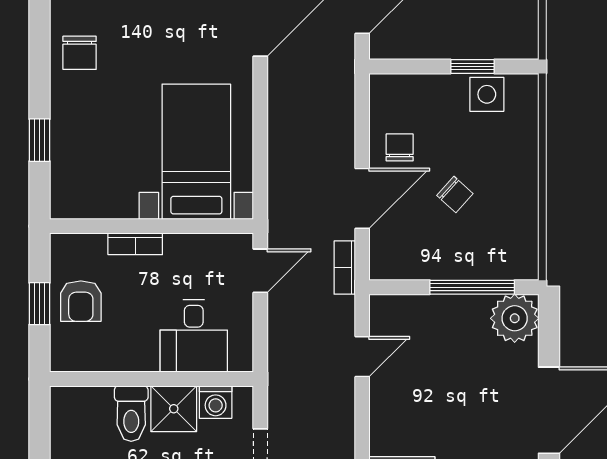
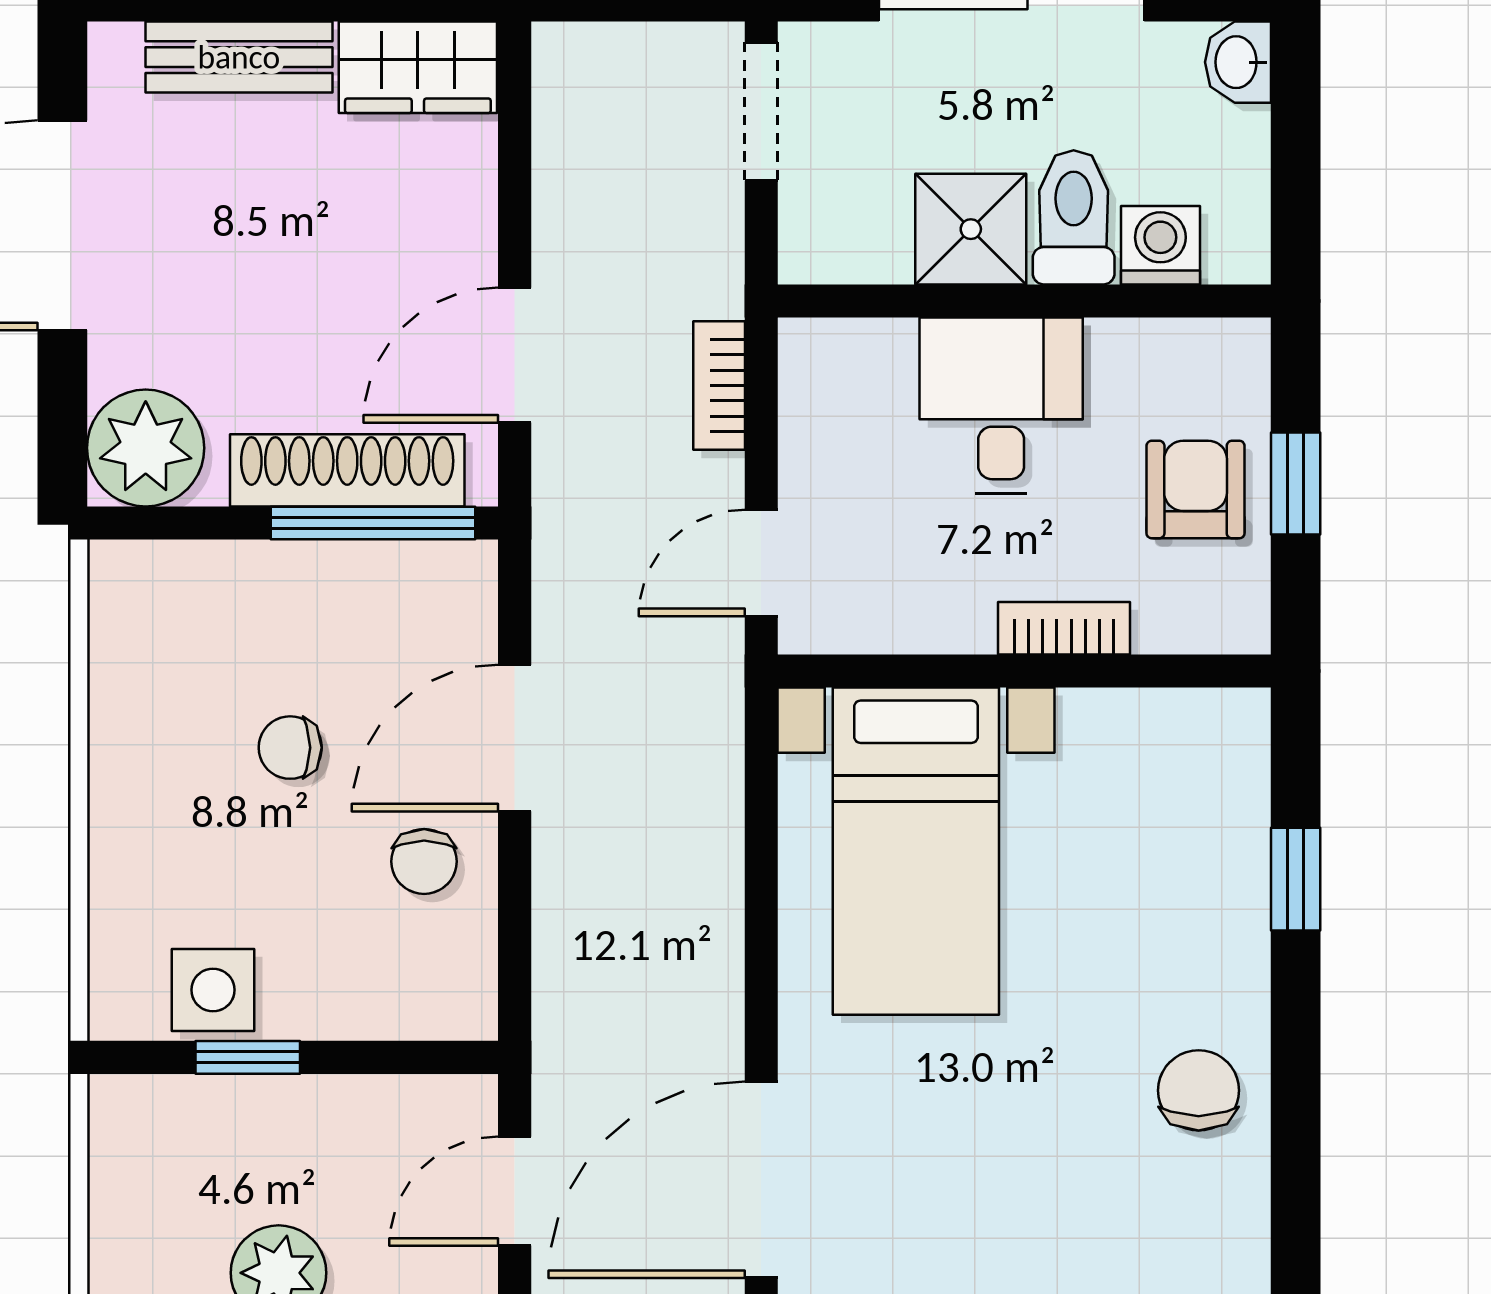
chair: (455, 194) -> (290, 748), turned -42
bookcase: (345, 268) -> (719, 386), moved, turned 180
window: (472, 287) -> (373, 523), moved
shoe rack: (431, 309) -> (347, 470), added
desk: (194, 336) -> (1001, 405), moved
door: (362, 357) -> (515, 355), width x1.38
washing machine: (216, 402) -> (1160, 245), moved

